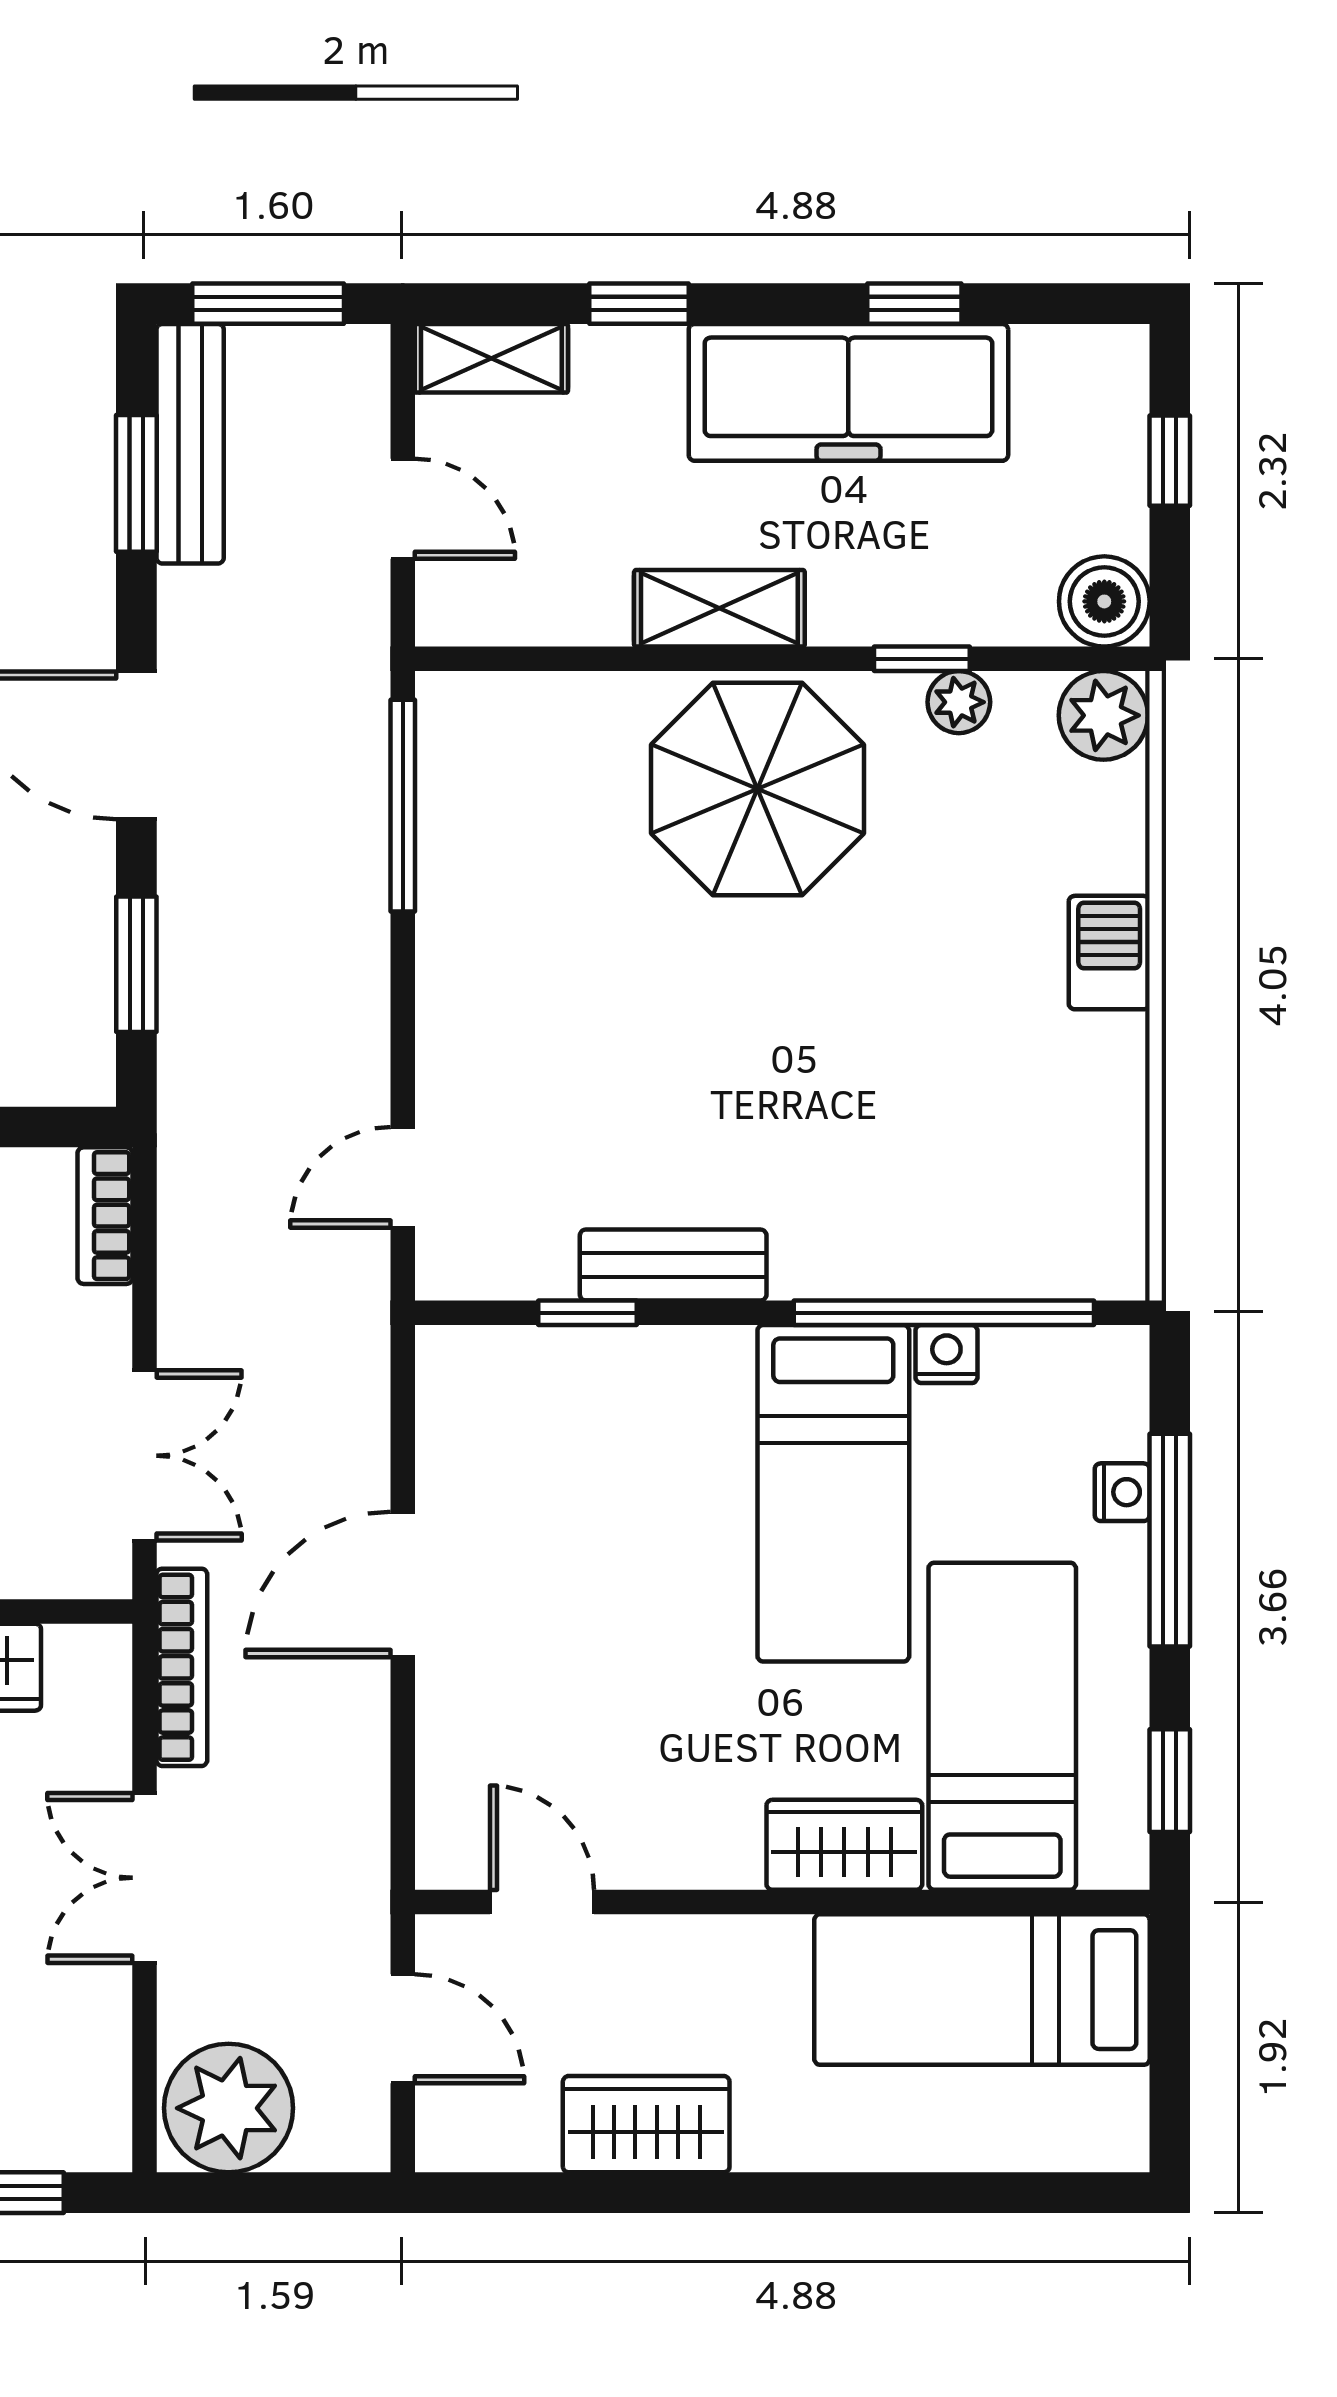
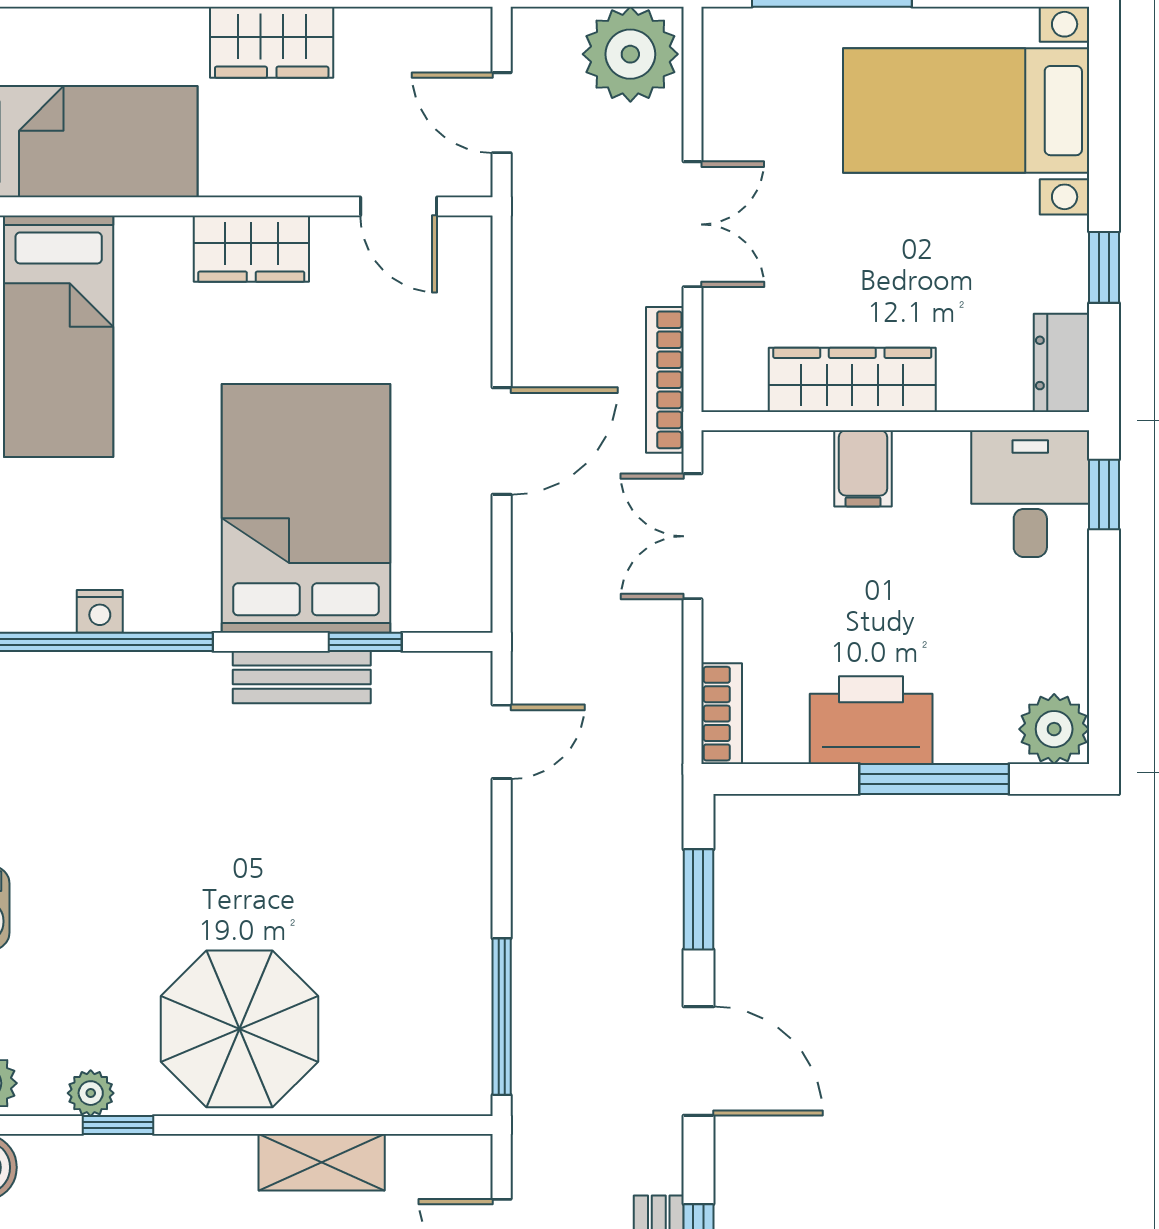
shelving: (719, 608) -> (322, 1162), moved
bed: (833, 1493) -> (306, 508), moved, width x1.50
wardrobe: (844, 1845) -> (251, 249), moved
wardrobe: (646, 2124) -> (272, 42), moved

